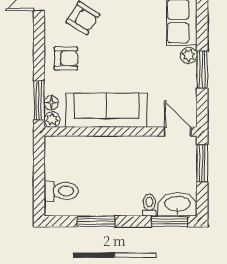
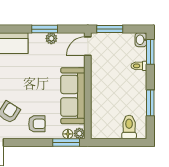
plant: (189, 55) -> (51, 38), moved
armchair: (66, 58) -> (37, 124), turned 90
washbasin: (177, 204) -> (141, 40), width x0.52, depth x0.69

